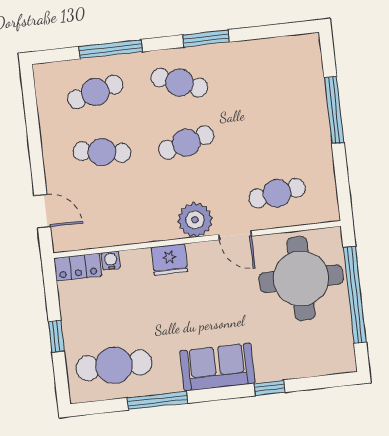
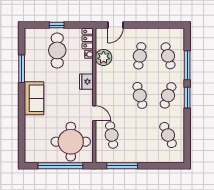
window: (206, 38) -> (187, 98), moved
cafe table: (264, 73) -> (168, 135), added
window: (334, 110) -> (122, 166), moved
plant: (195, 220) -> (104, 57), moved
door: (235, 235) -> (94, 113), swing flipped
cafe table: (114, 365) -> (57, 50), moved
window: (269, 388) -> (22, 121), removed

